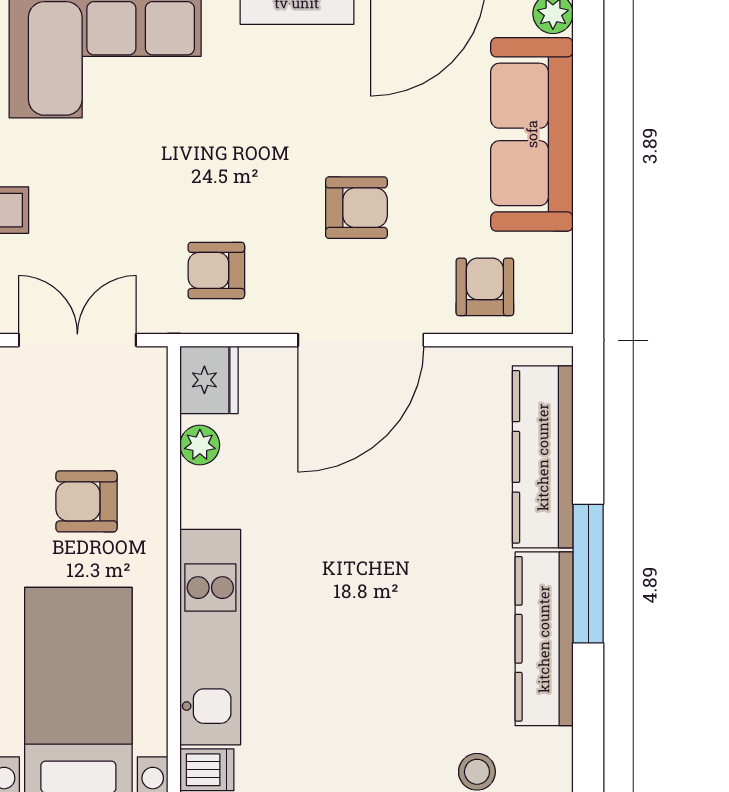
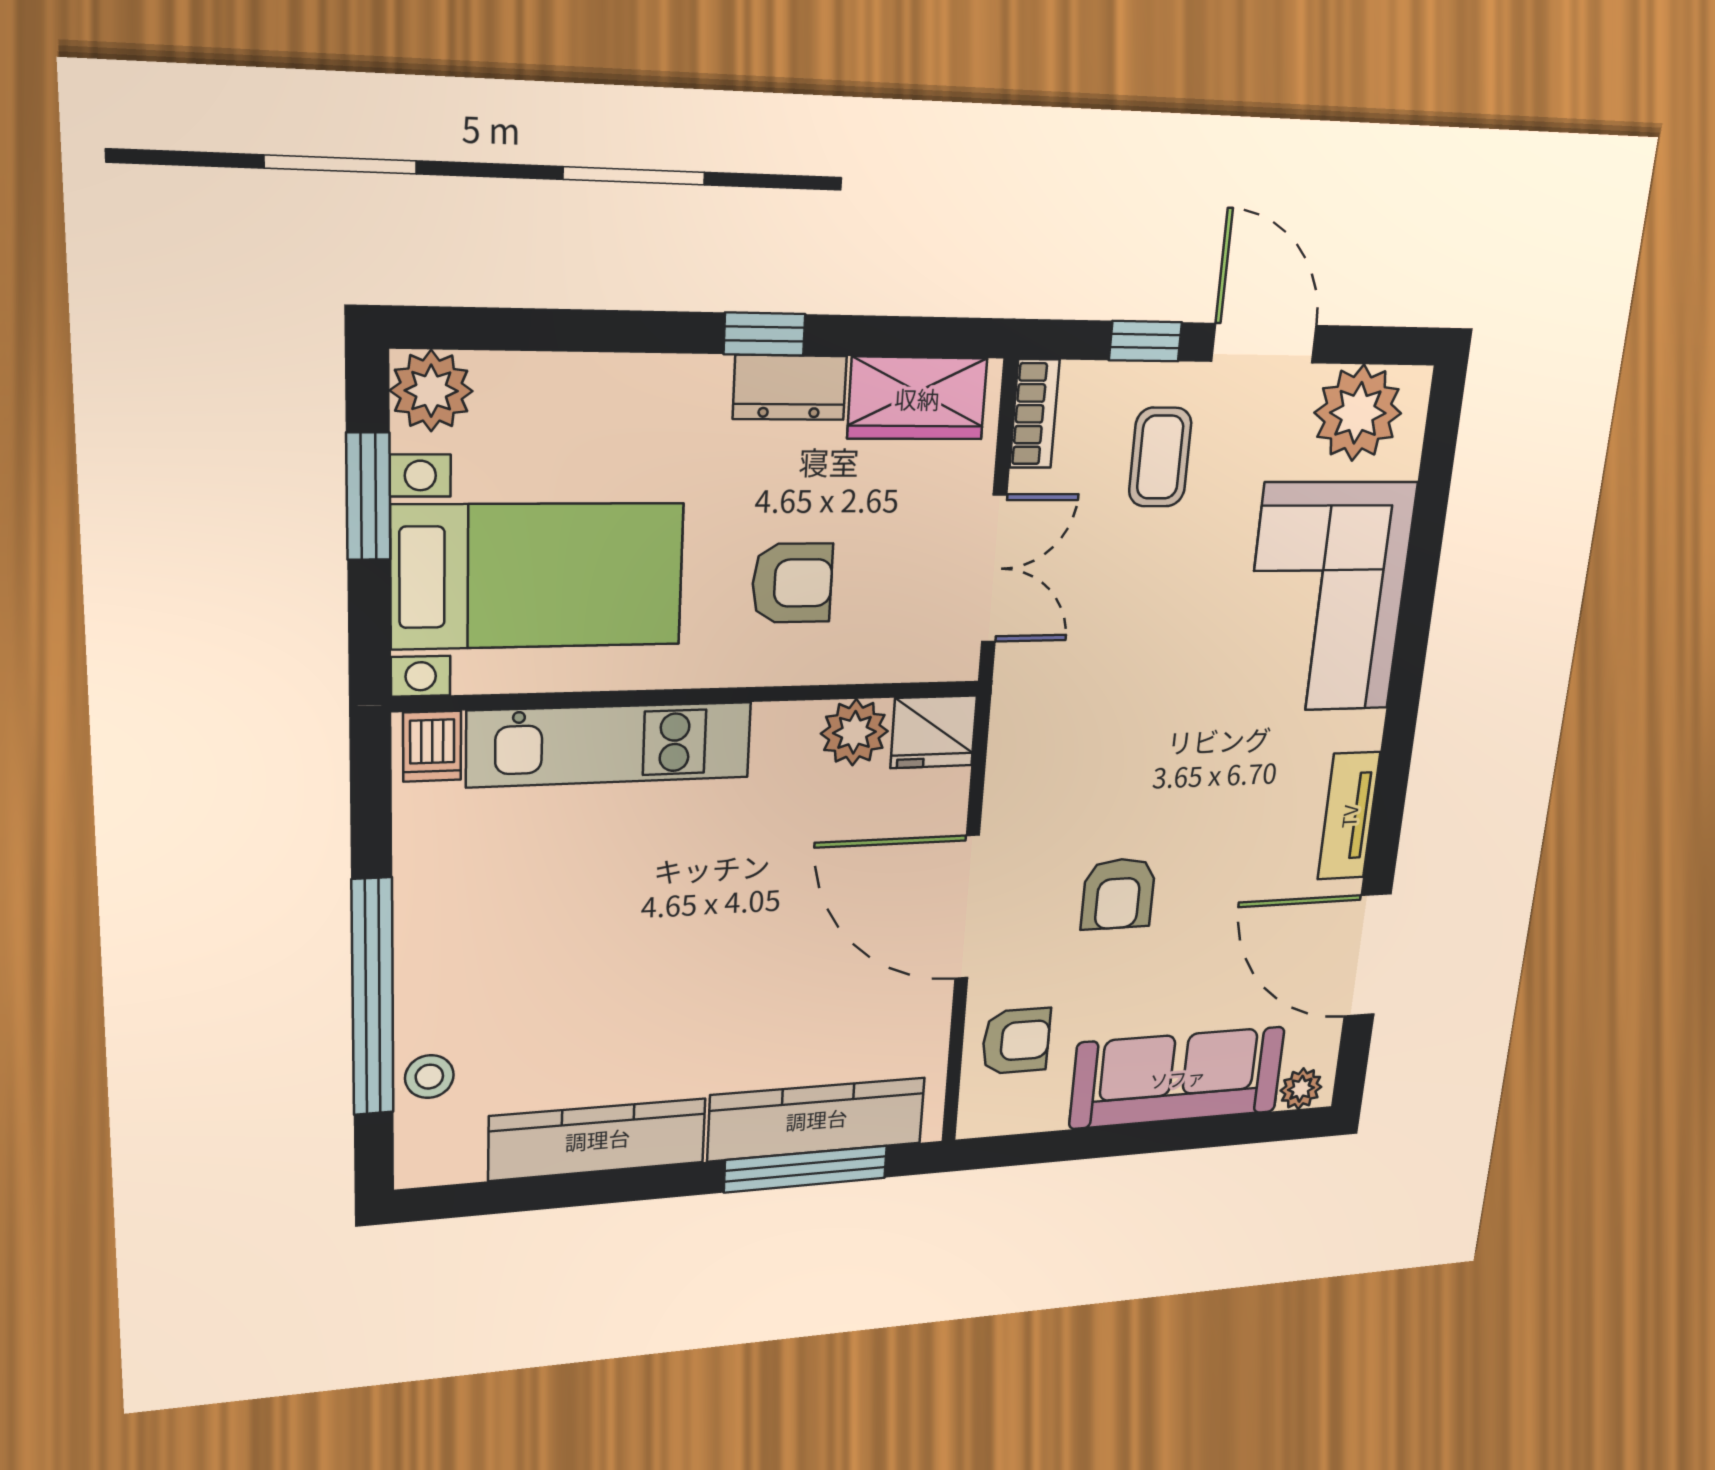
armchair: (216, 270) -> (1062, 736), removed
plant: (200, 445) -> (854, 732), width x1.38, depth x1.38
armchair: (87, 501) -> (792, 583), turned 90
window: (588, 574) -> (806, 1169), moved

